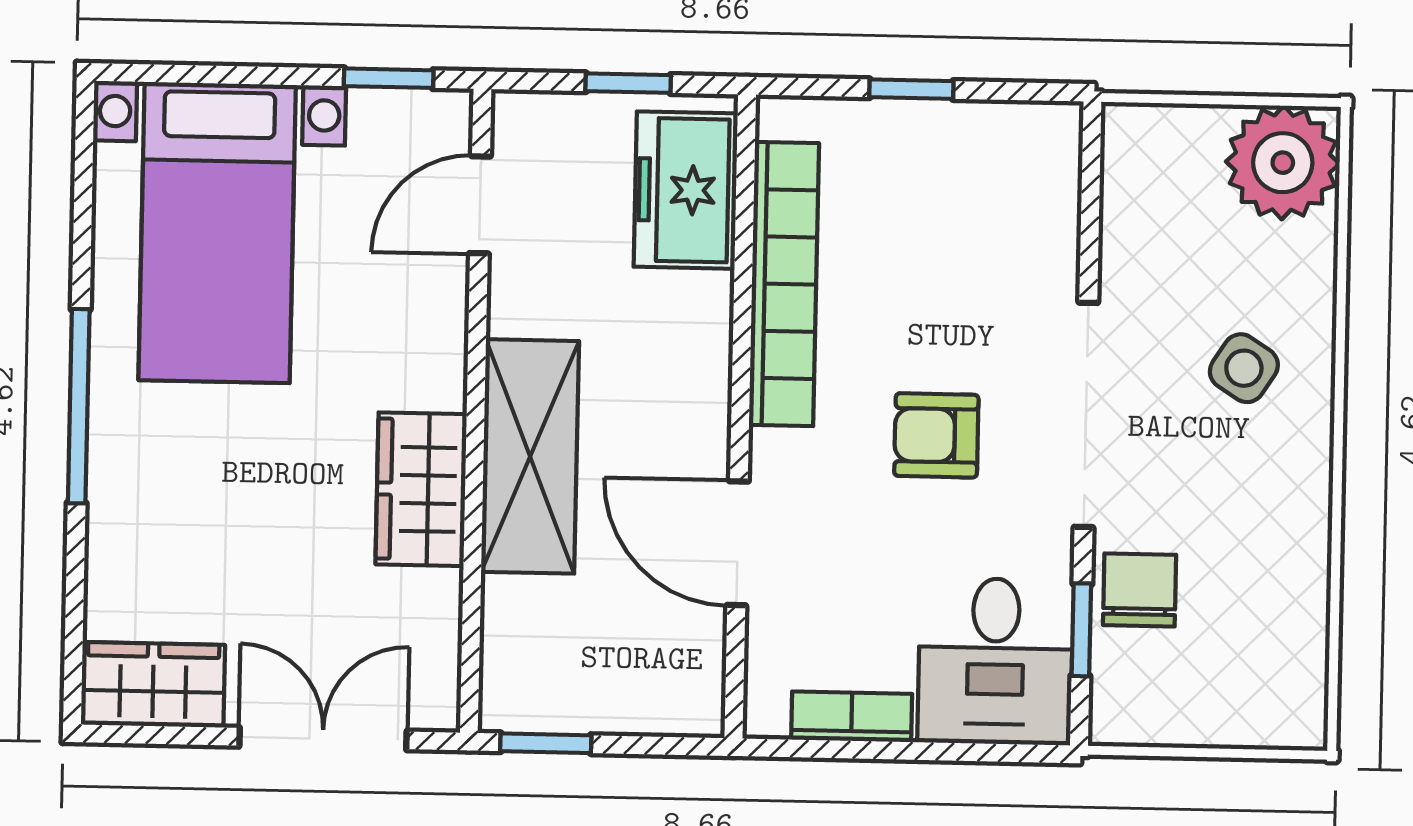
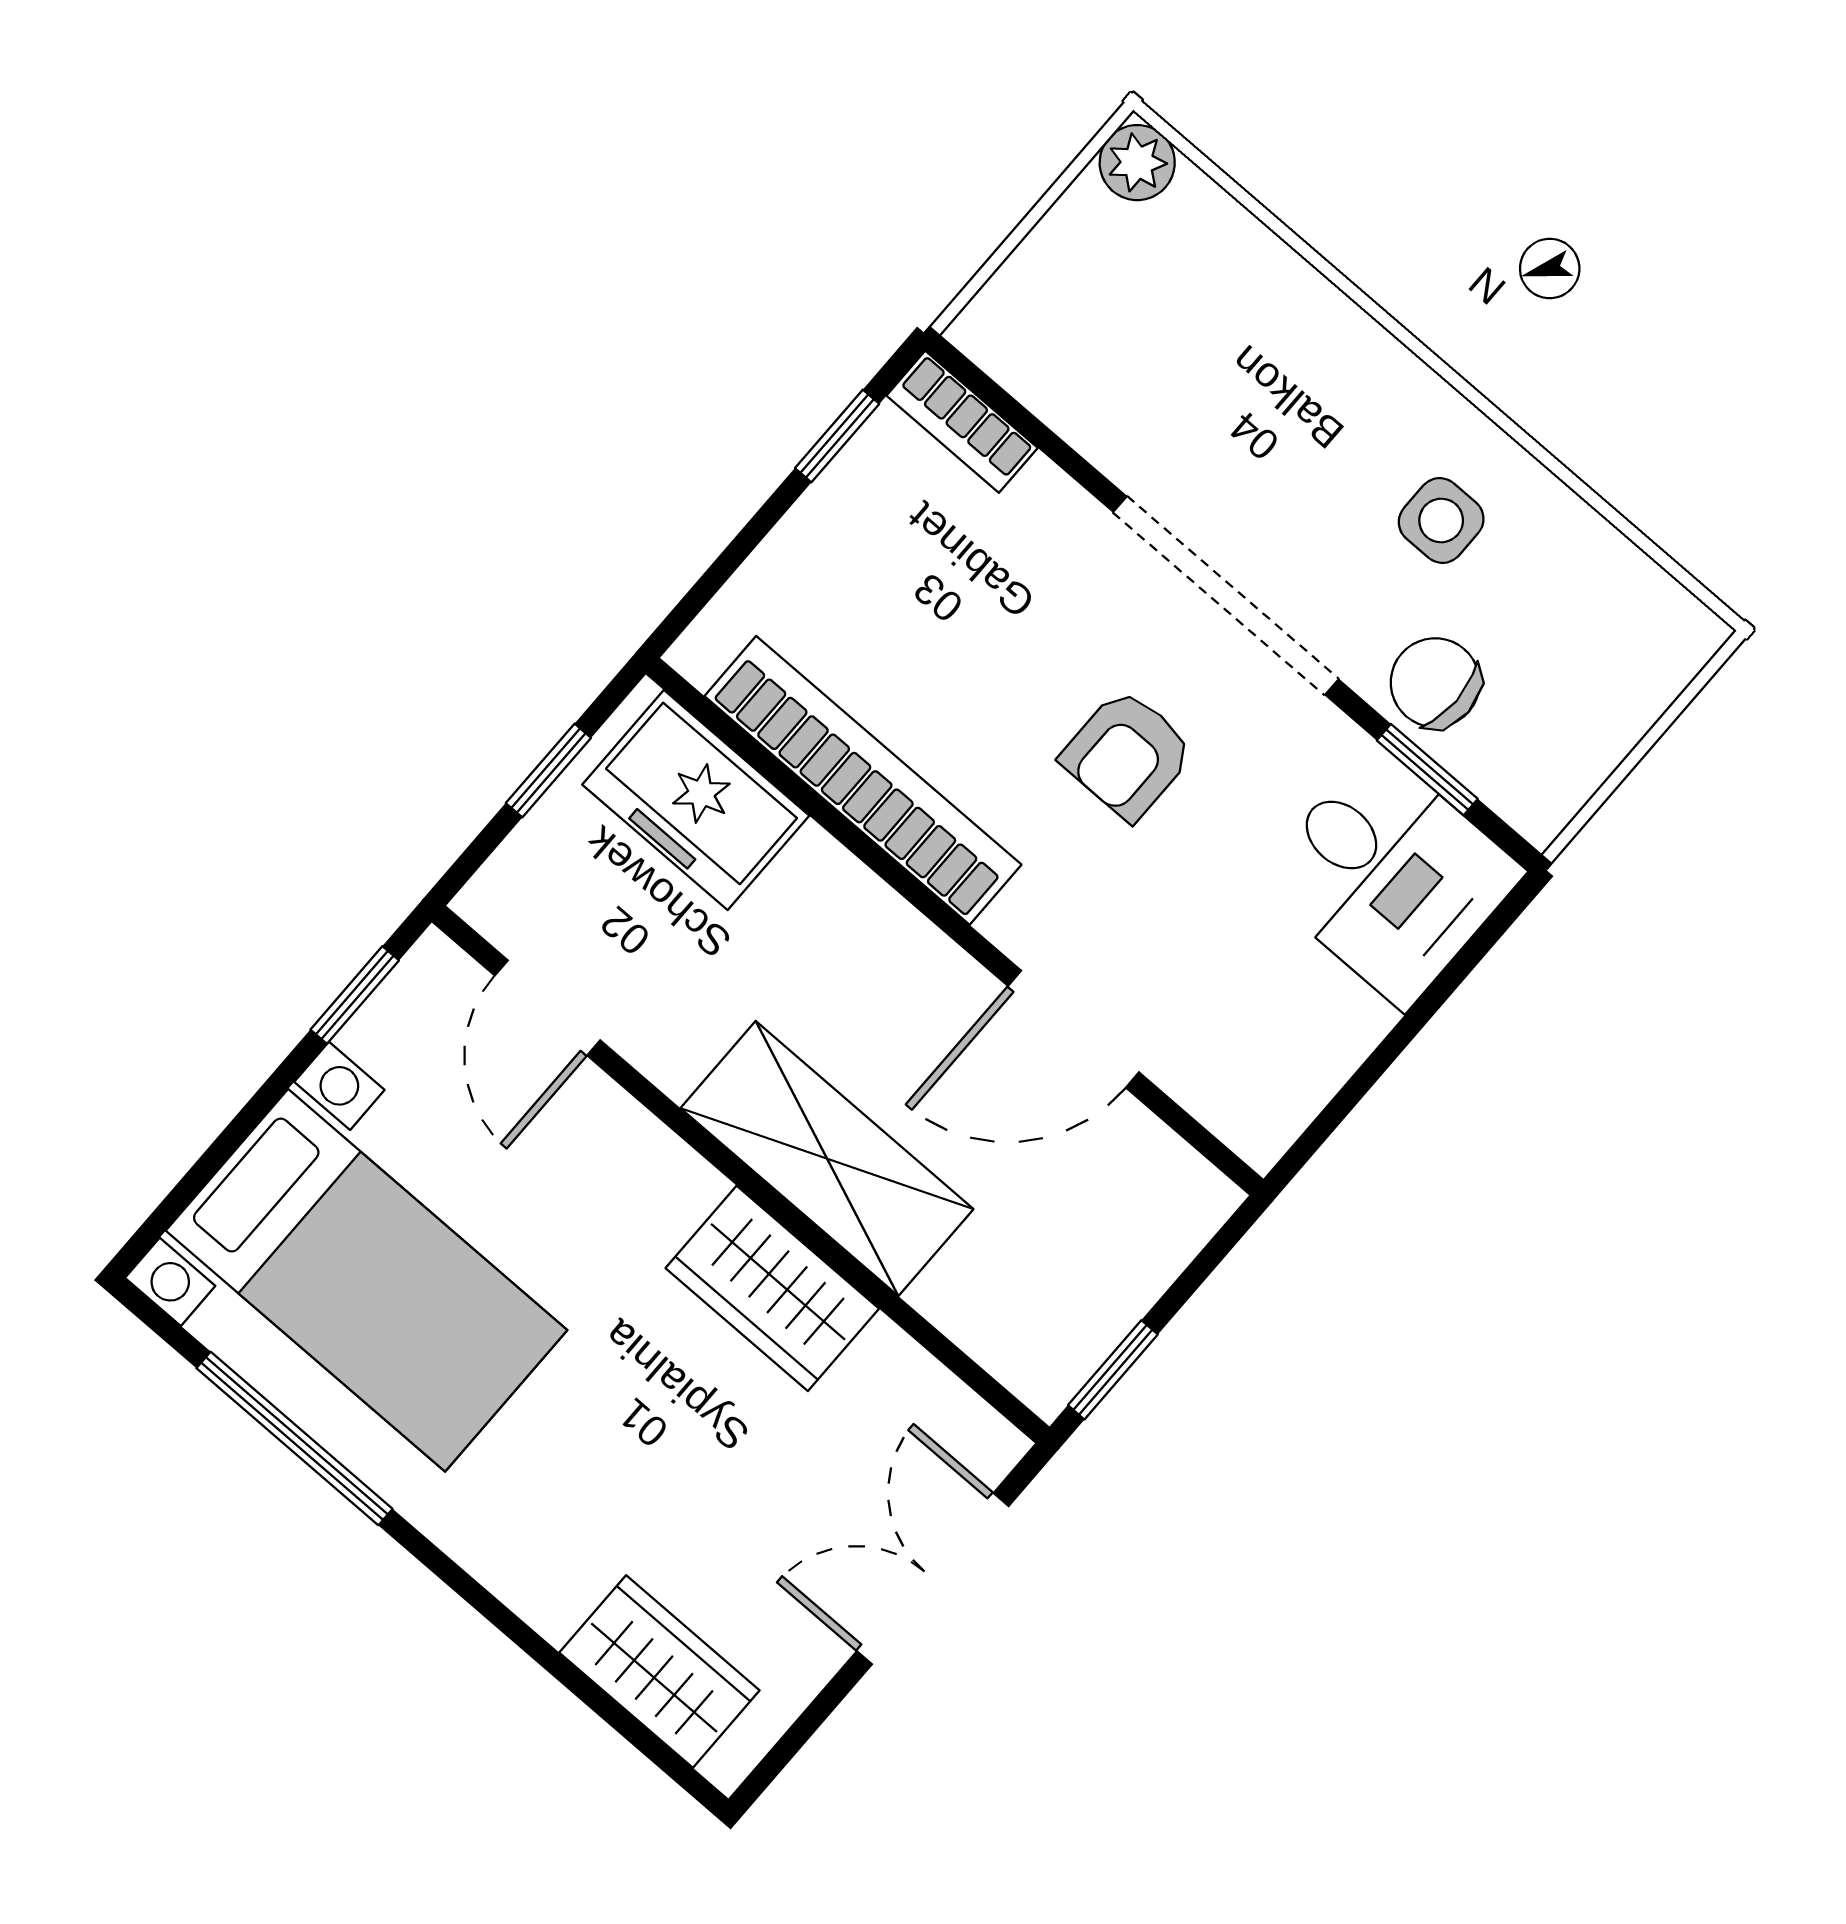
window: (911, 89) -> (837, 436), moved
plant: (1283, 163) -> (1137, 163), width x0.53, depth x0.53
side table: (1244, 368) -> (1441, 520), moved, turned -33
window: (79, 406) -> (294, 1438), moved
wardrobe: (153, 685) -> (659, 1671), moved, turned 90
bookcase: (852, 717) -> (962, 422), moved, turned -90

